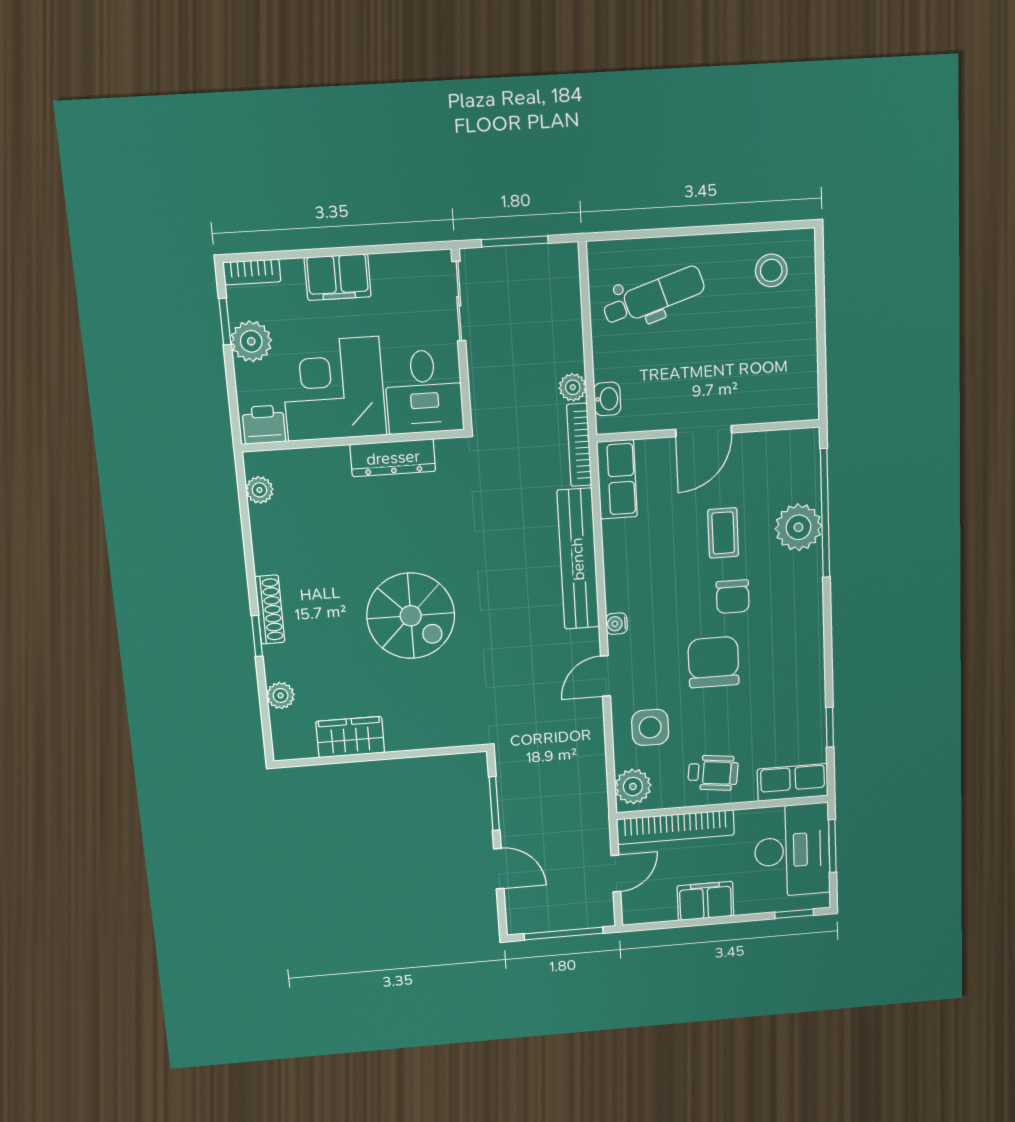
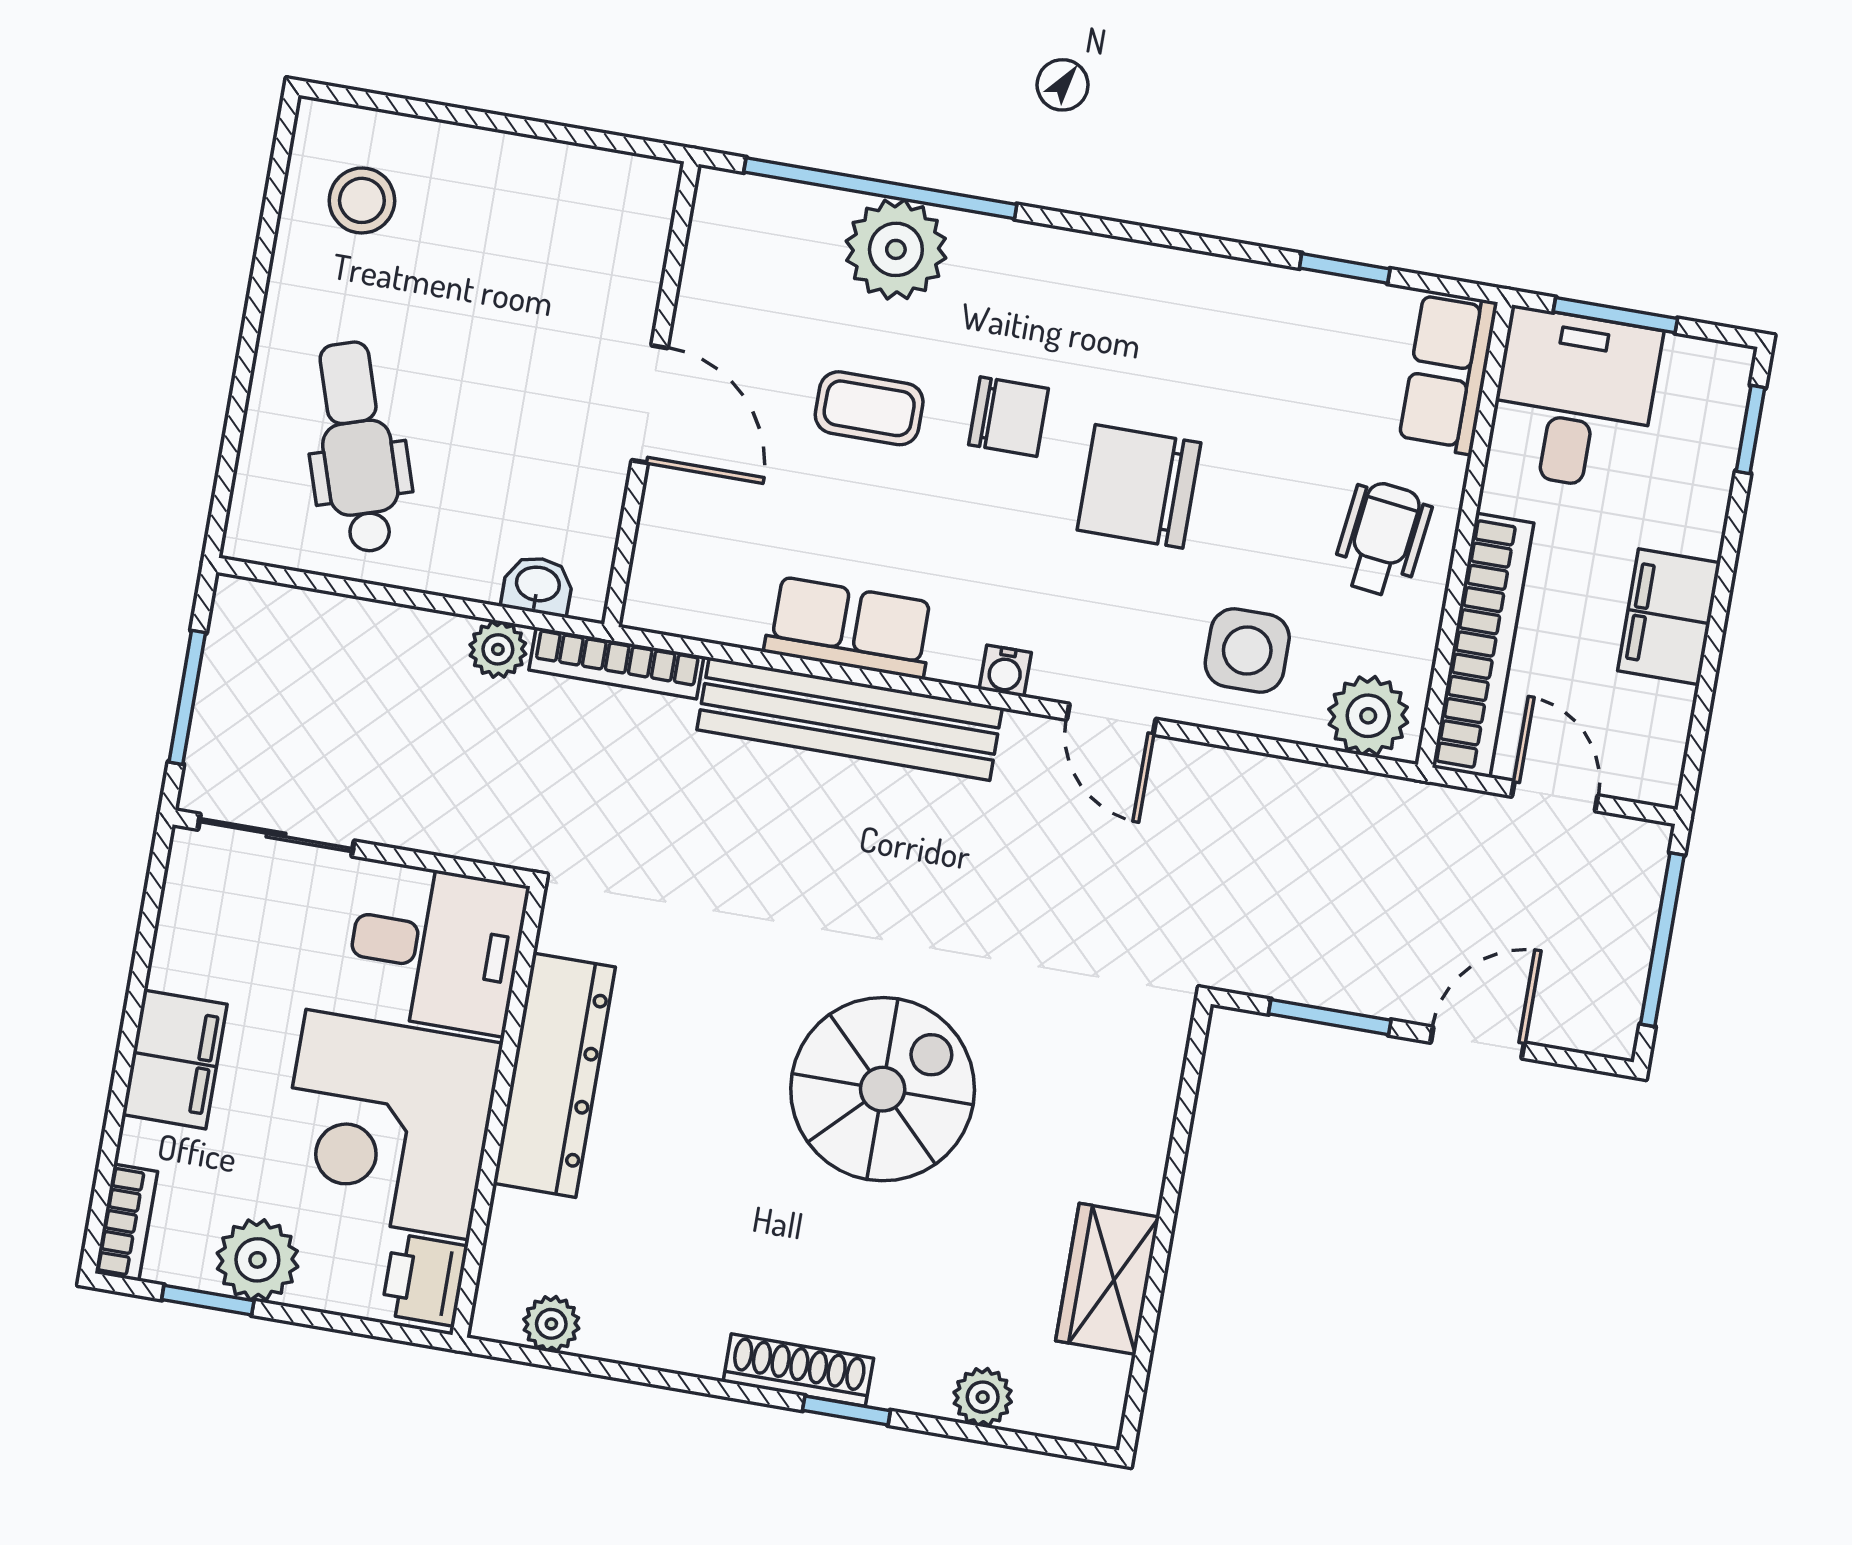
dresser: (393, 458) -> (554, 1075), width x1.37, depth x1.24
row of seats: (617, 479) -> (850, 628), moved
desk: (792, 850) -> (1574, 400), width x0.73

